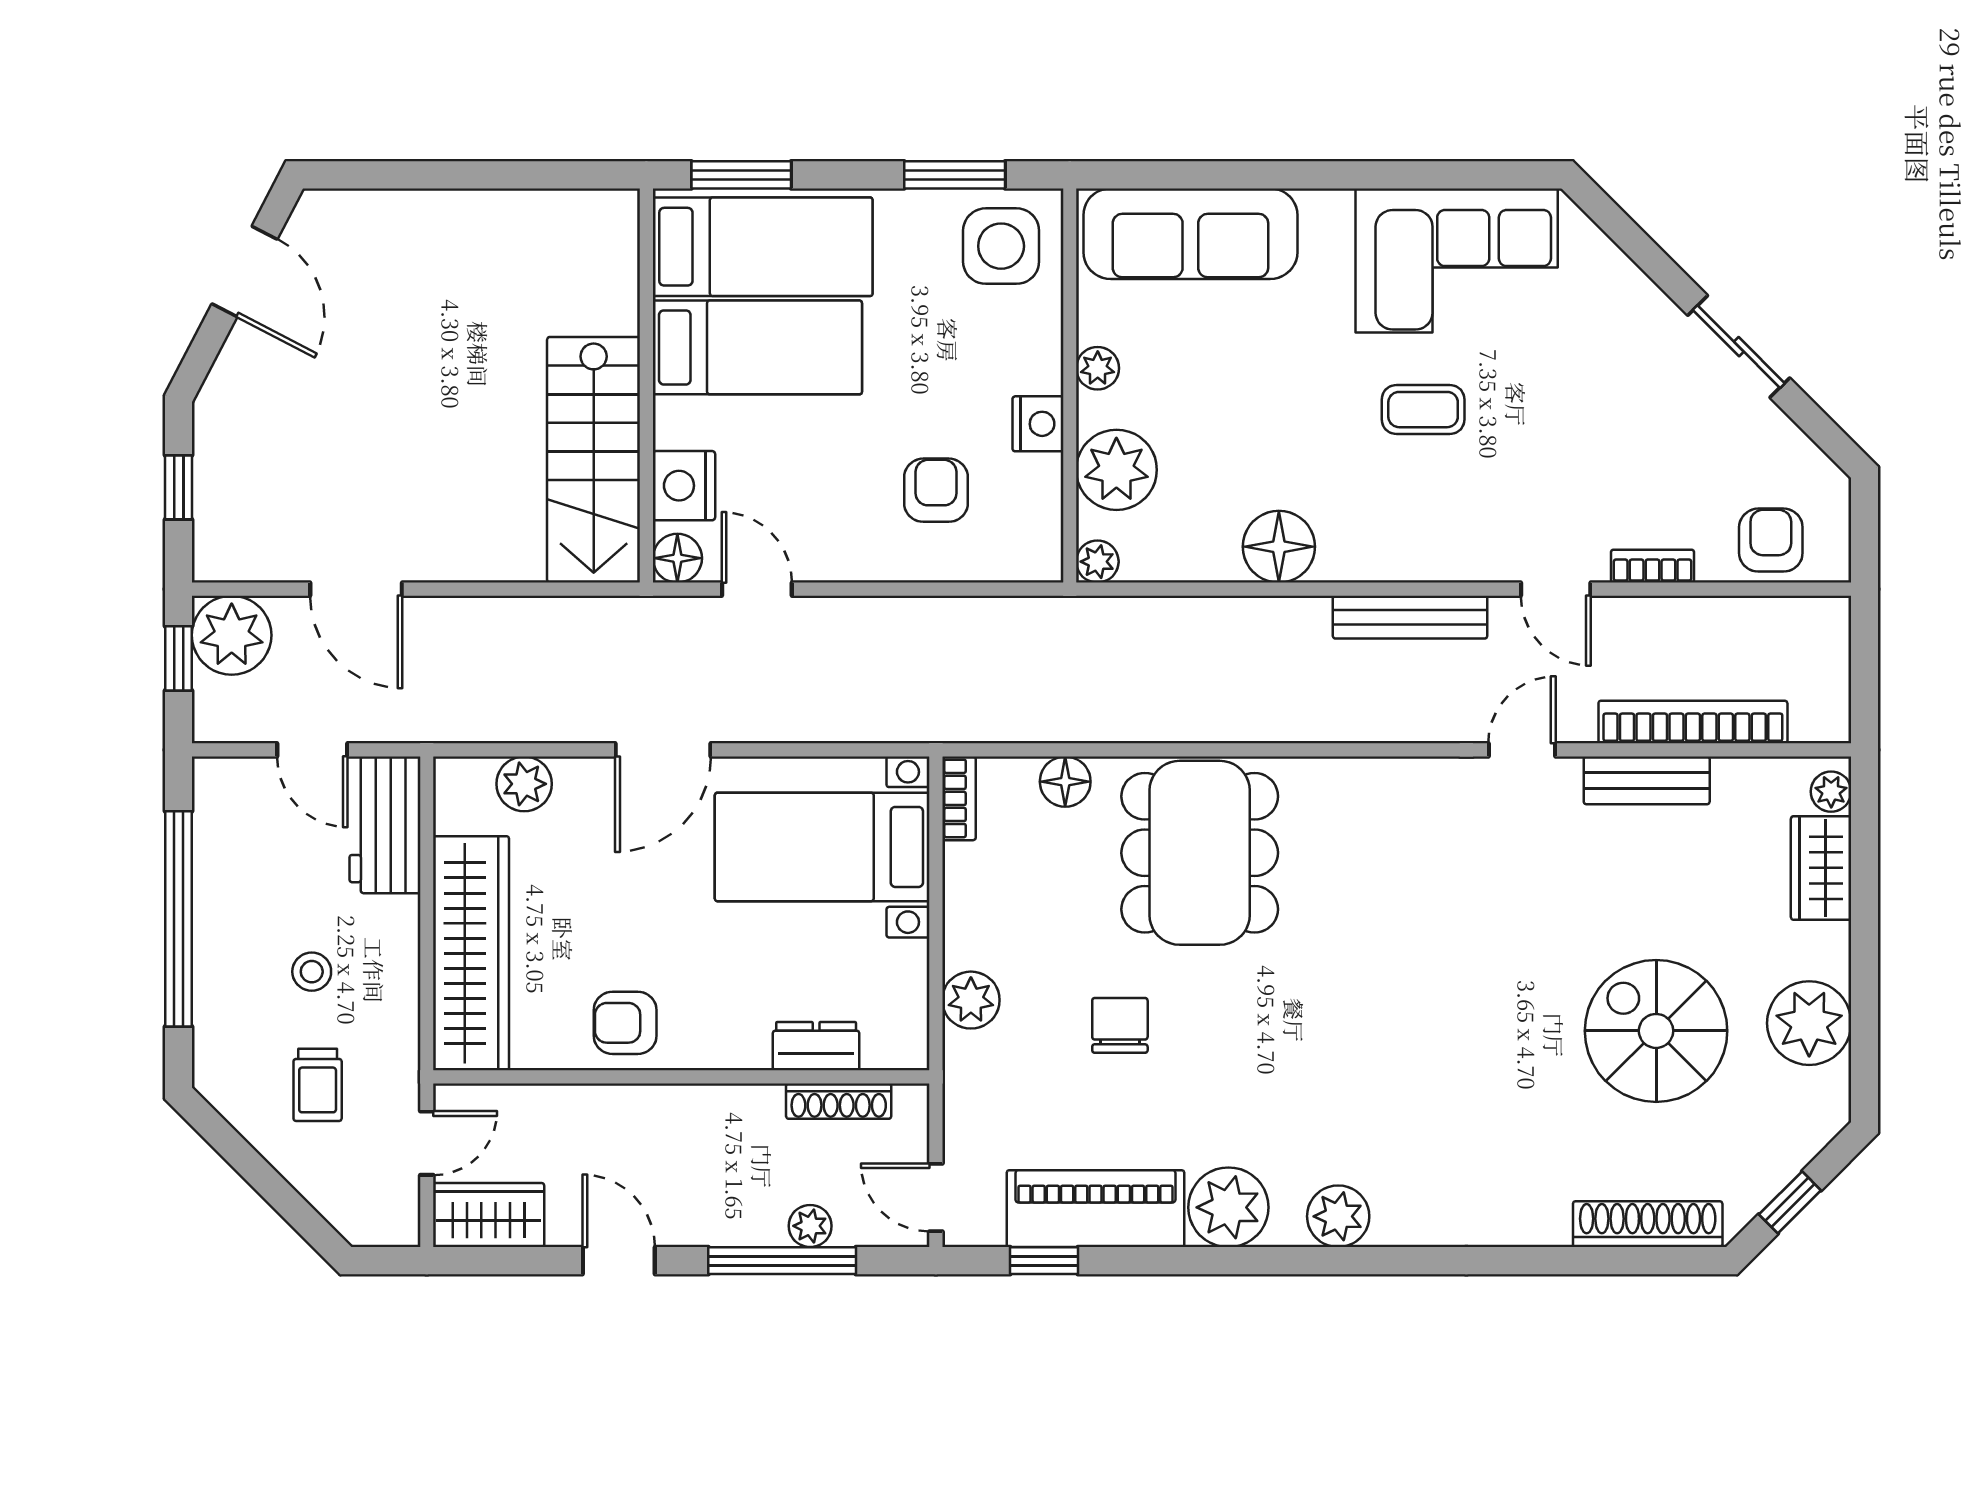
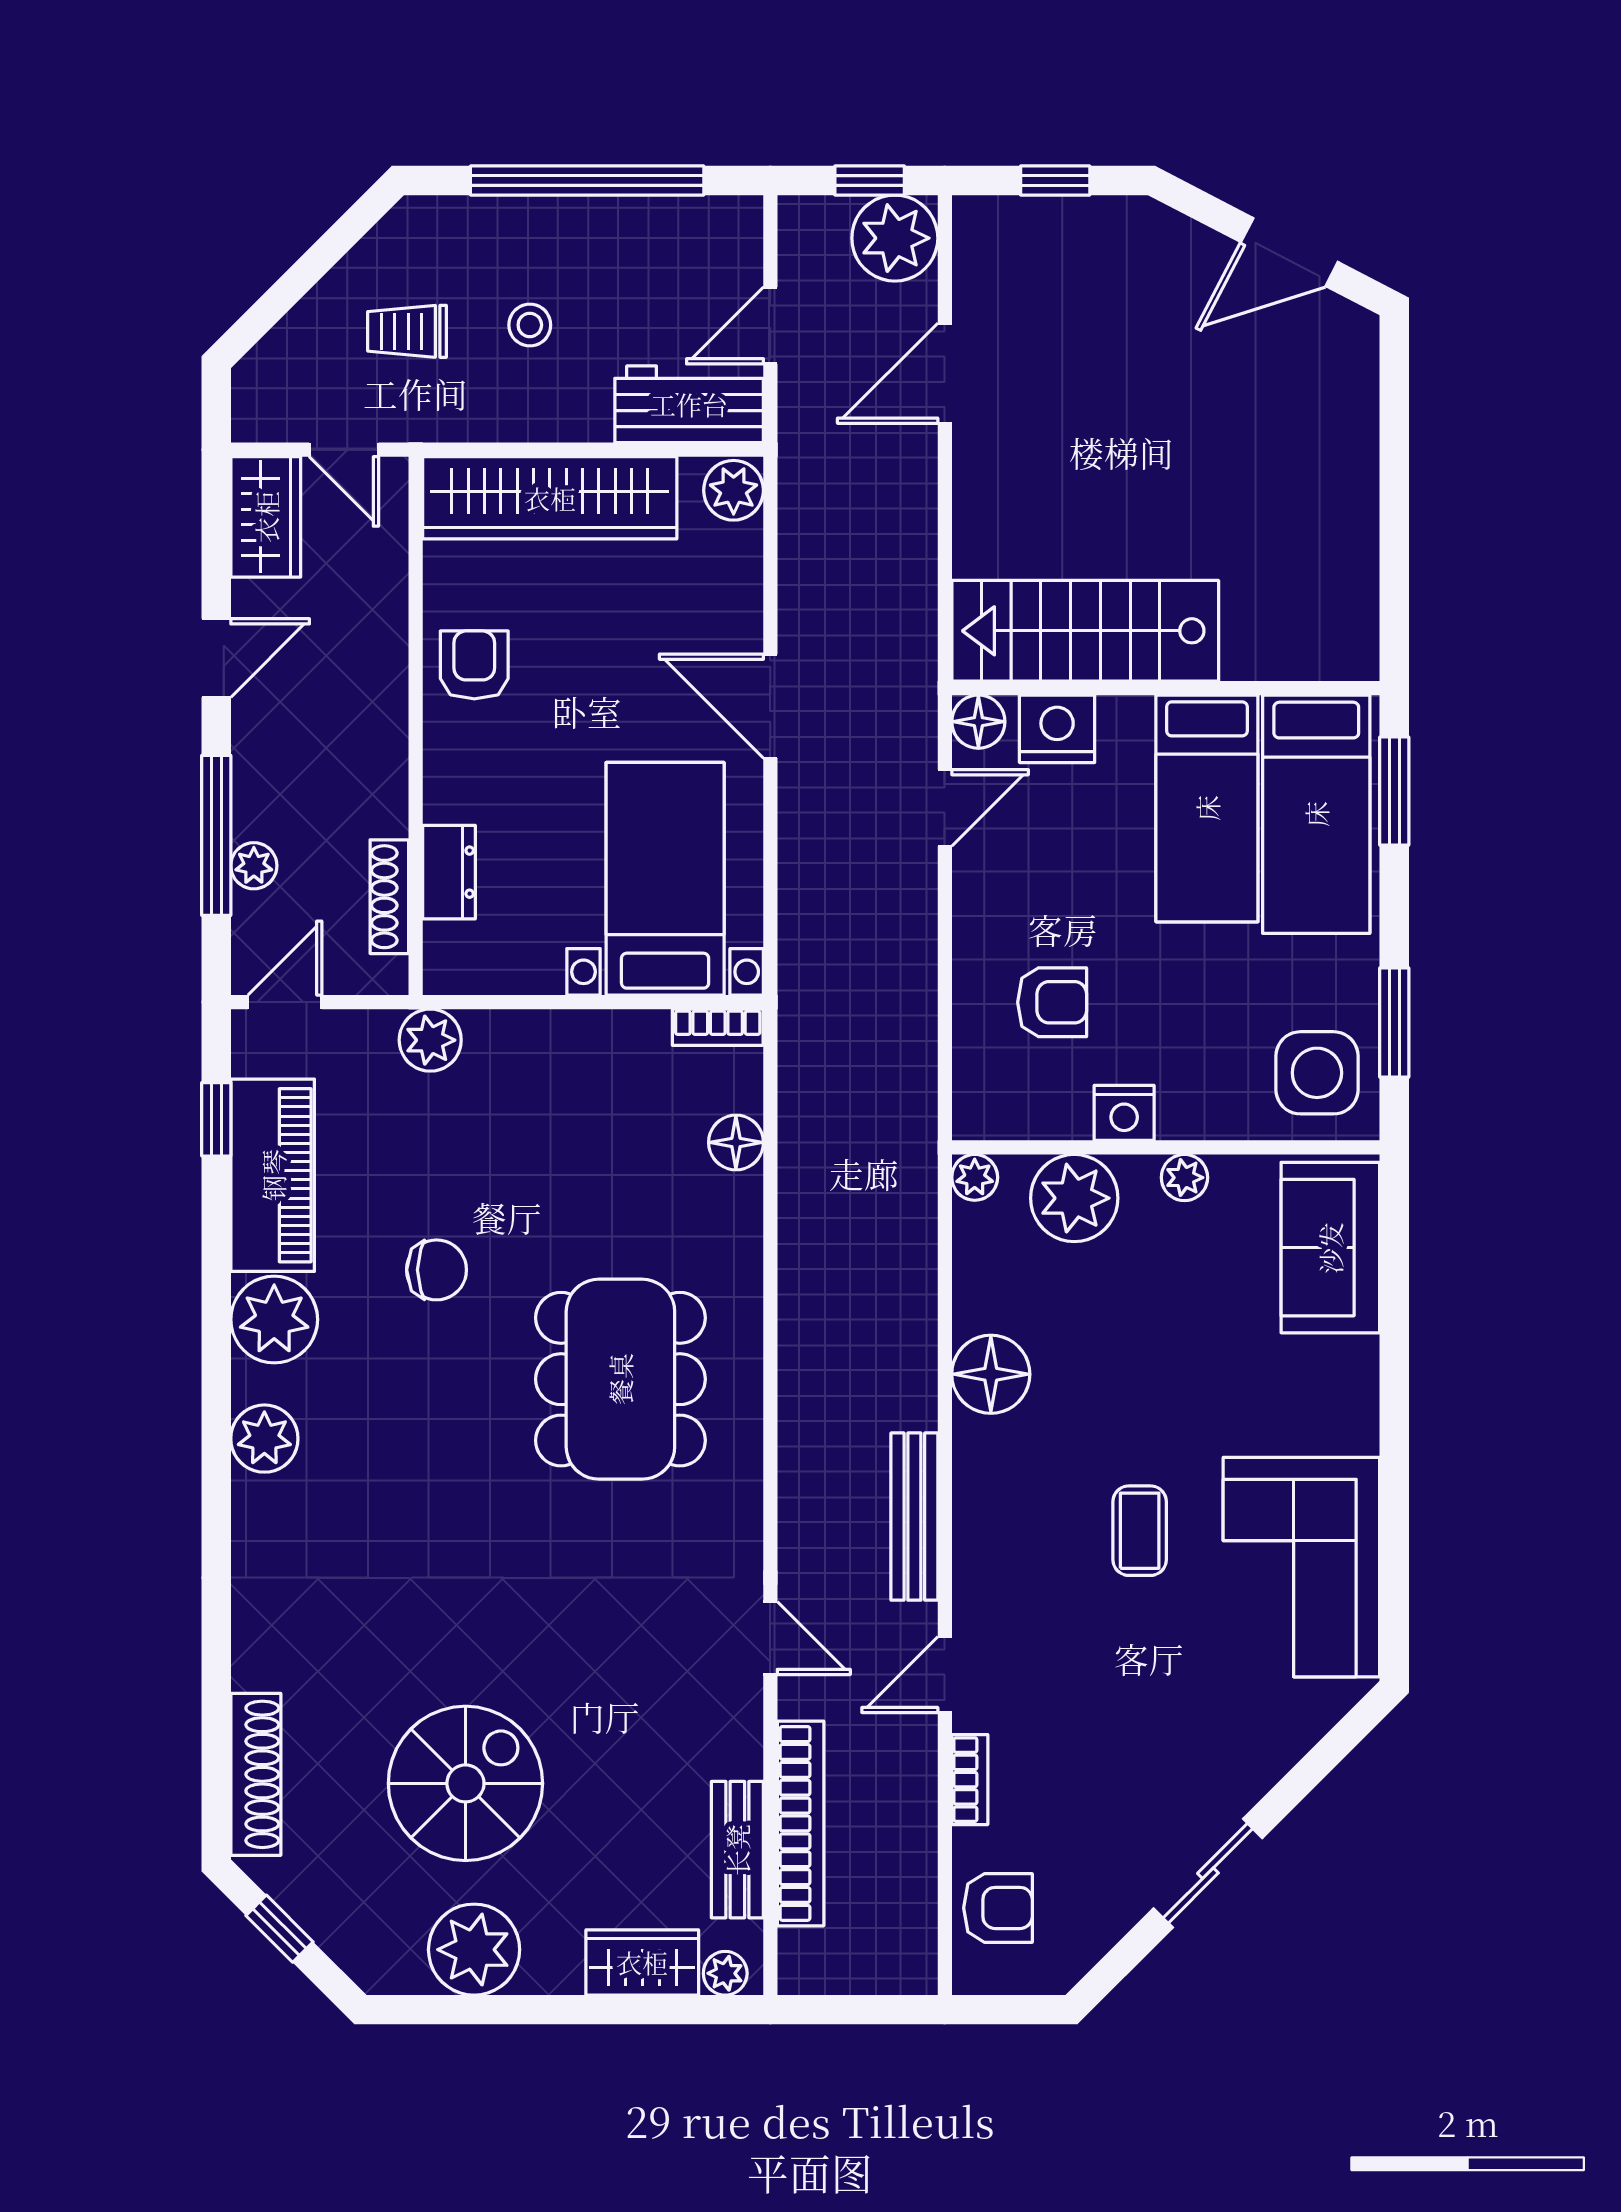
sofa: (1190, 234) -> (1330, 1248), width x0.73
bench: (1647, 780) -> (737, 1850), moved
plant: (524, 784) -> (734, 490), moved
dining table: (1200, 853) -> (620, 1379), moved, turned 90
plant: (971, 1000) -> (430, 1040), moved
chair: (1120, 1025) -> (437, 1270), moved

